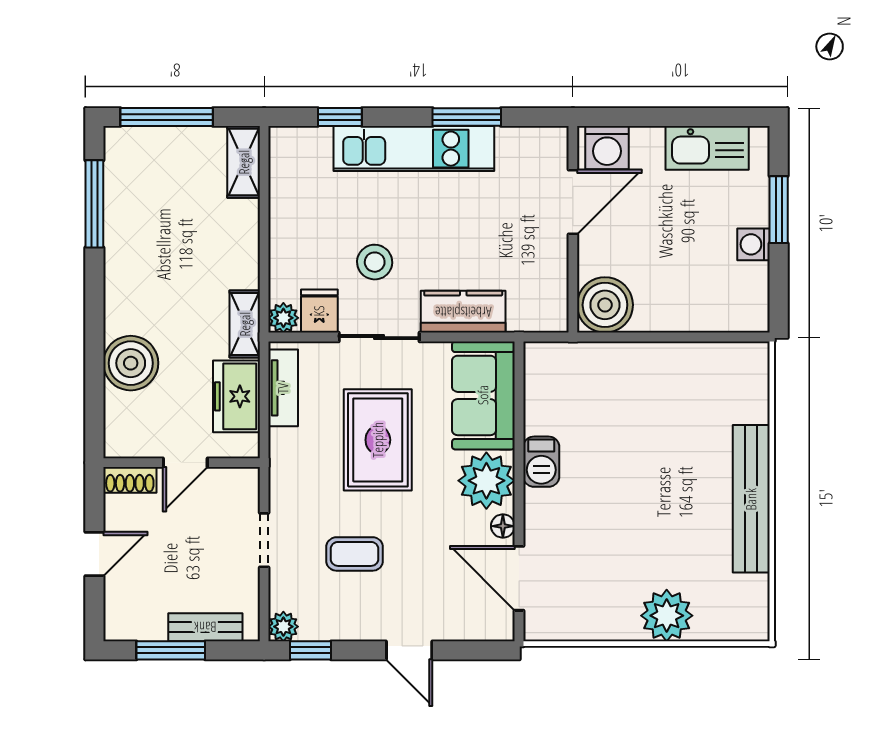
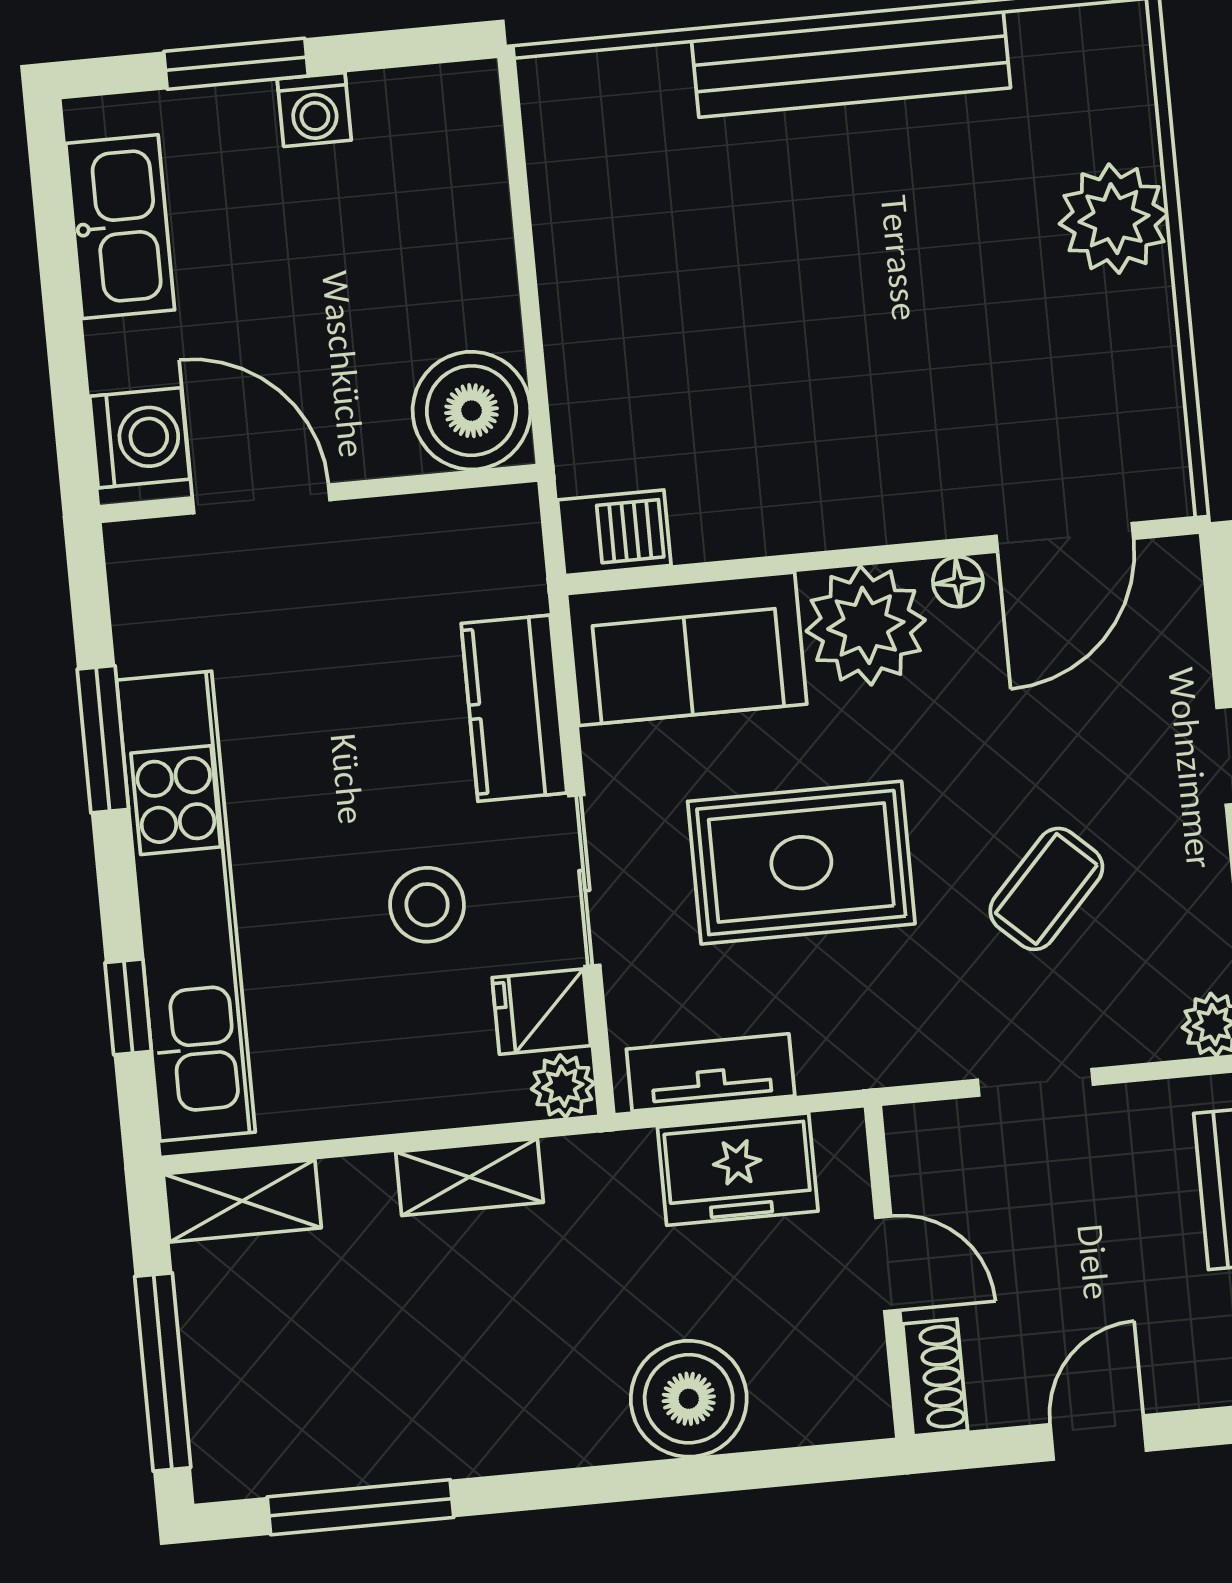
kitchen unit: (414, 149) -> (186, 906), width x1.36
shelving: (245, 324) -> (470, 1177), moved
barbecue: (541, 462) -> (614, 533), moved
door: (94, 554) -> (1098, 1437), hinge flipped
coffee table: (355, 554) -> (1046, 889), turned 43

